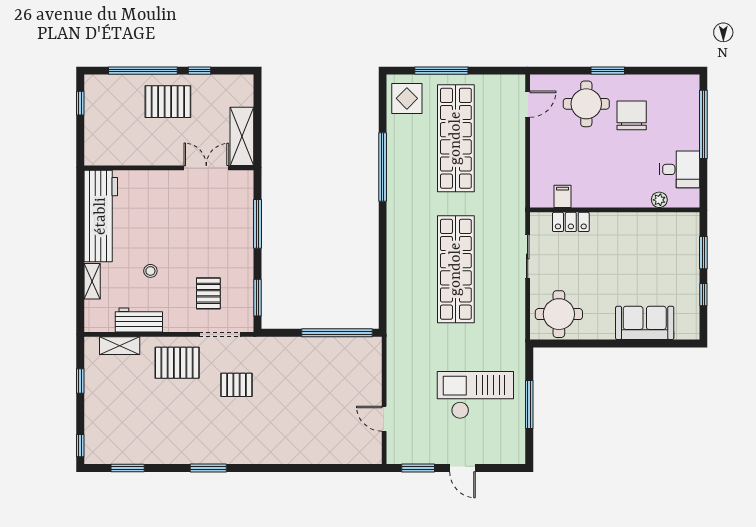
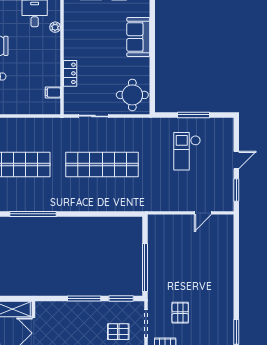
locker: (571, 222) -> (70, 73), moved
window: (257, 224) -> (84, 299), moved
window: (337, 333) -> (145, 268), moved
checkout: (475, 395) -> (187, 151), width x0.73, depth x0.83

